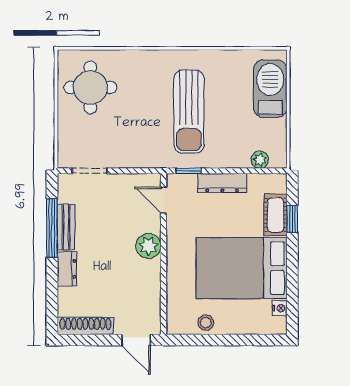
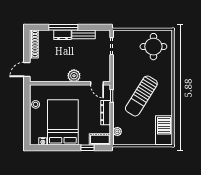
barbecue: (270, 89) -> (164, 130), moved, turned -90
sun lounger: (189, 111) -> (141, 96), turned -58
door: (164, 200) -> (97, 83), swing flipped
cot: (276, 215) -> (100, 139), moved
window: (52, 228) -> (63, 27), moved

